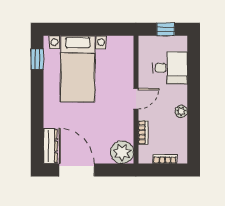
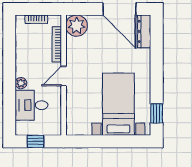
plant: (181, 111) -> (21, 83), moved
bookcase: (143, 132) -> (57, 44), width x1.56

